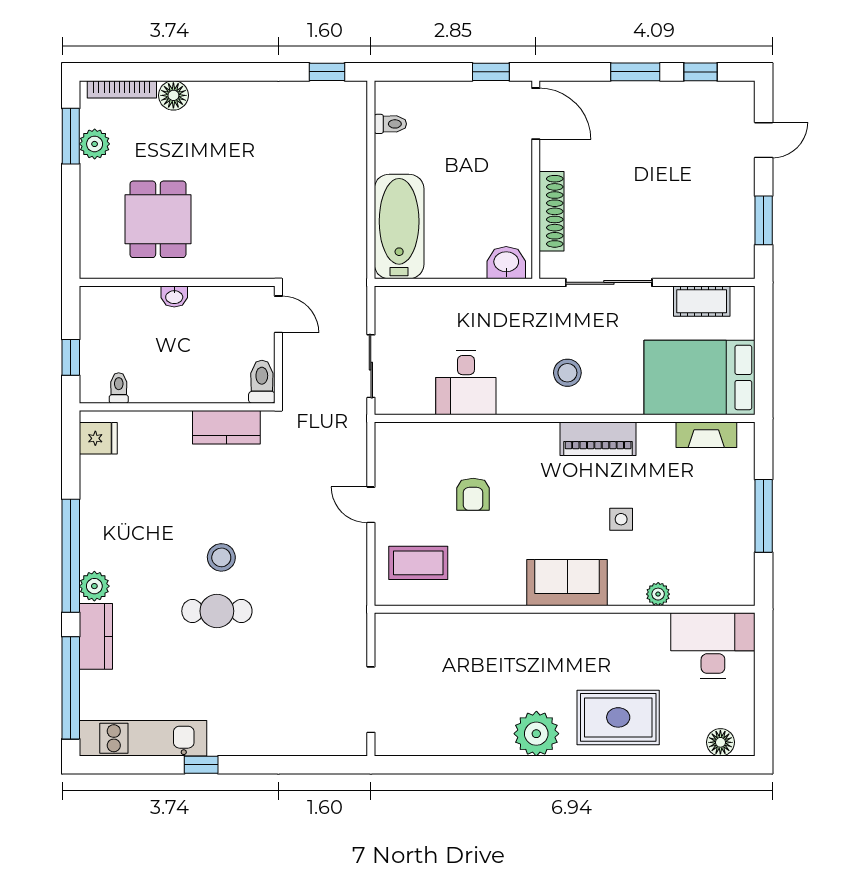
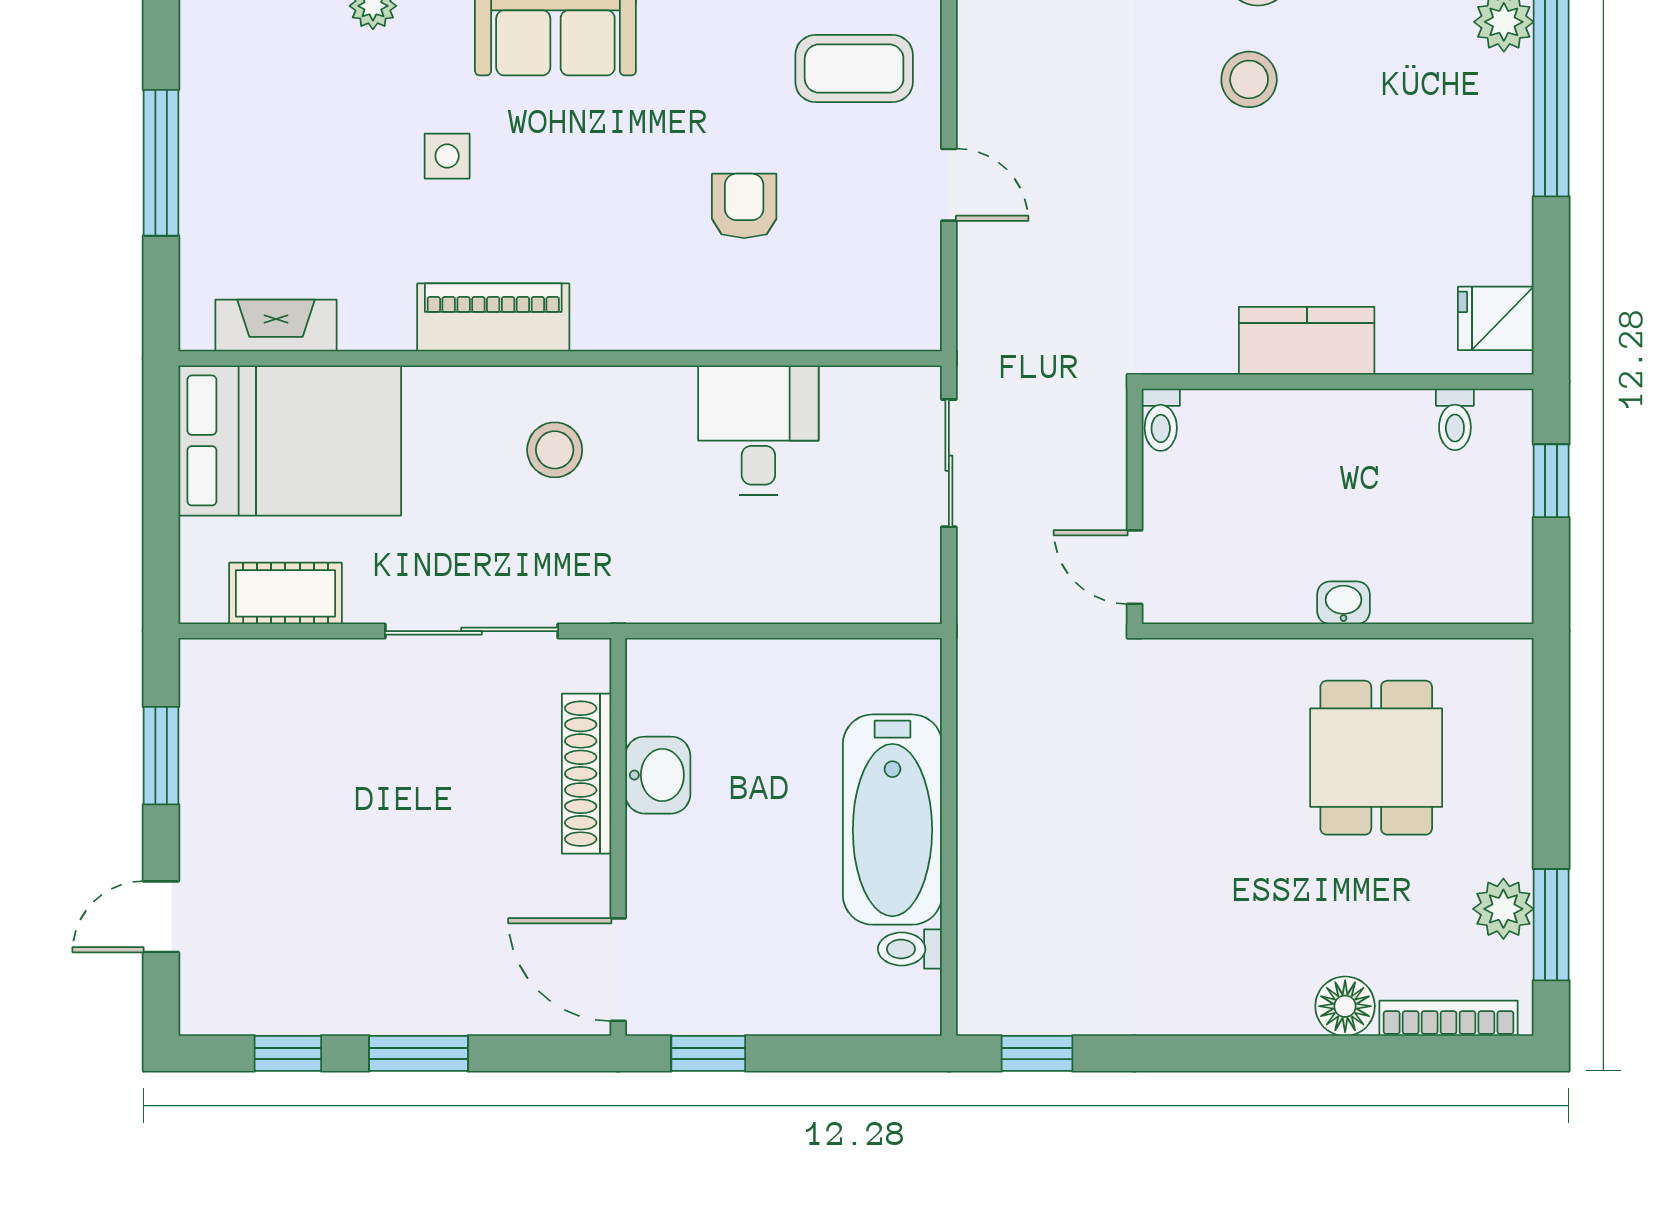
bathtub: (399, 227) -> (892, 820), moved
washbasin: (506, 263) -> (658, 775), moved, turned -90
toilet: (262, 382) -> (1161, 420), width x0.73, depth x0.72
kitchen counter: (226, 427) -> (1307, 341), moved

